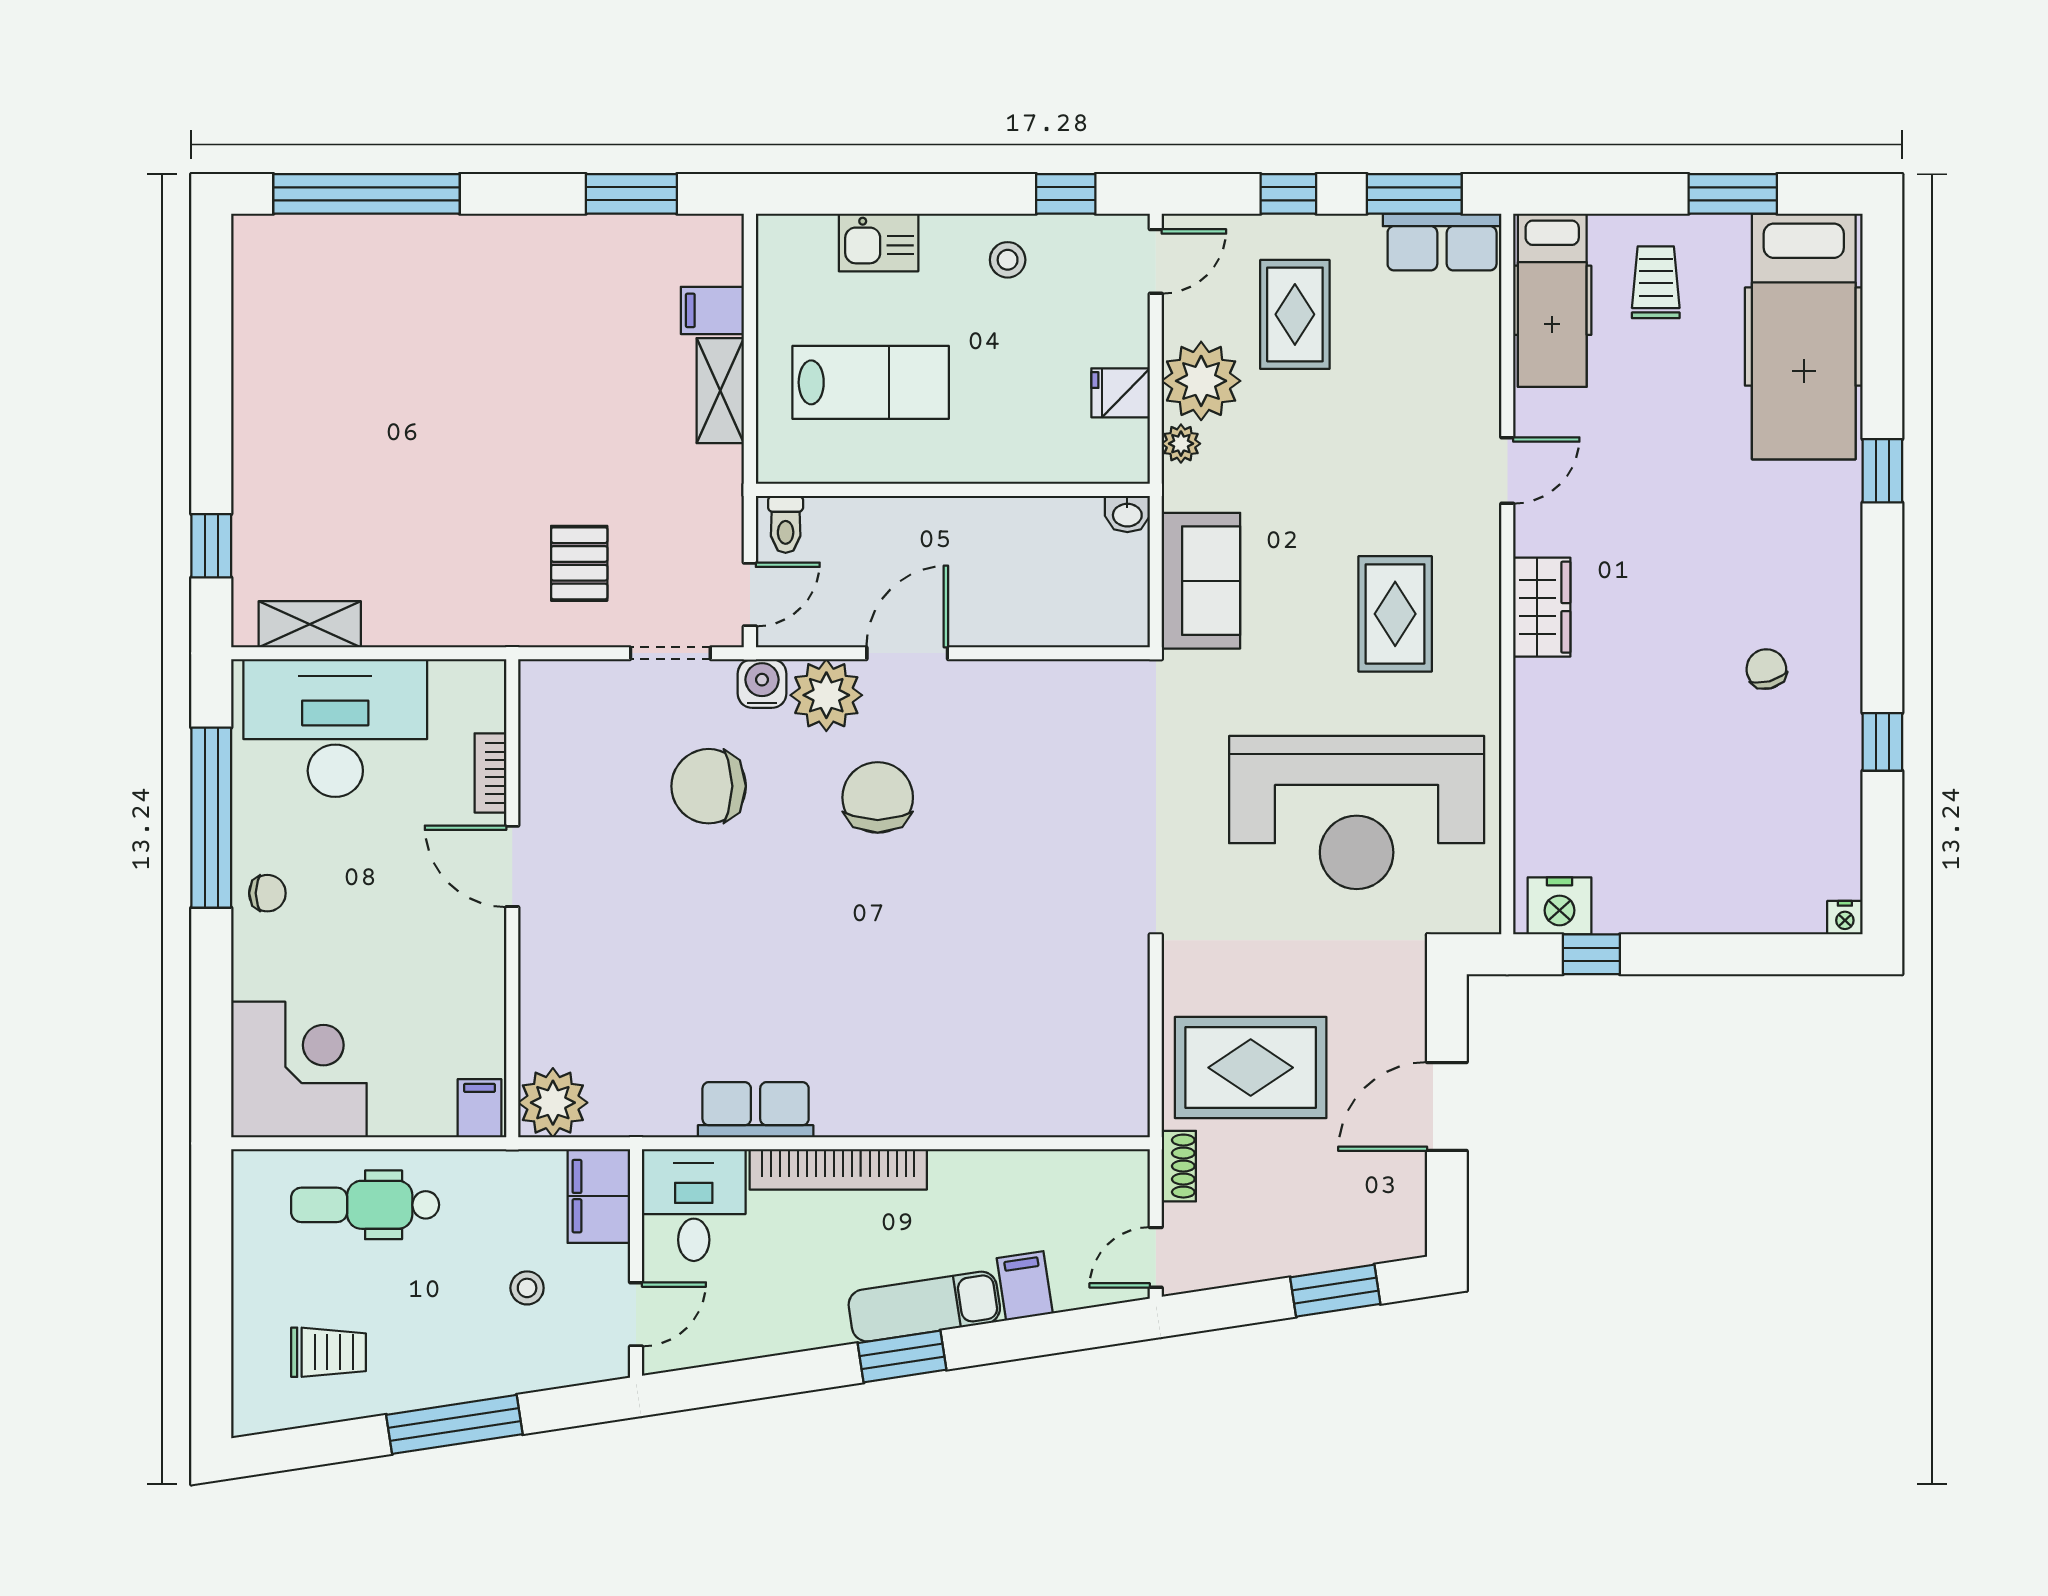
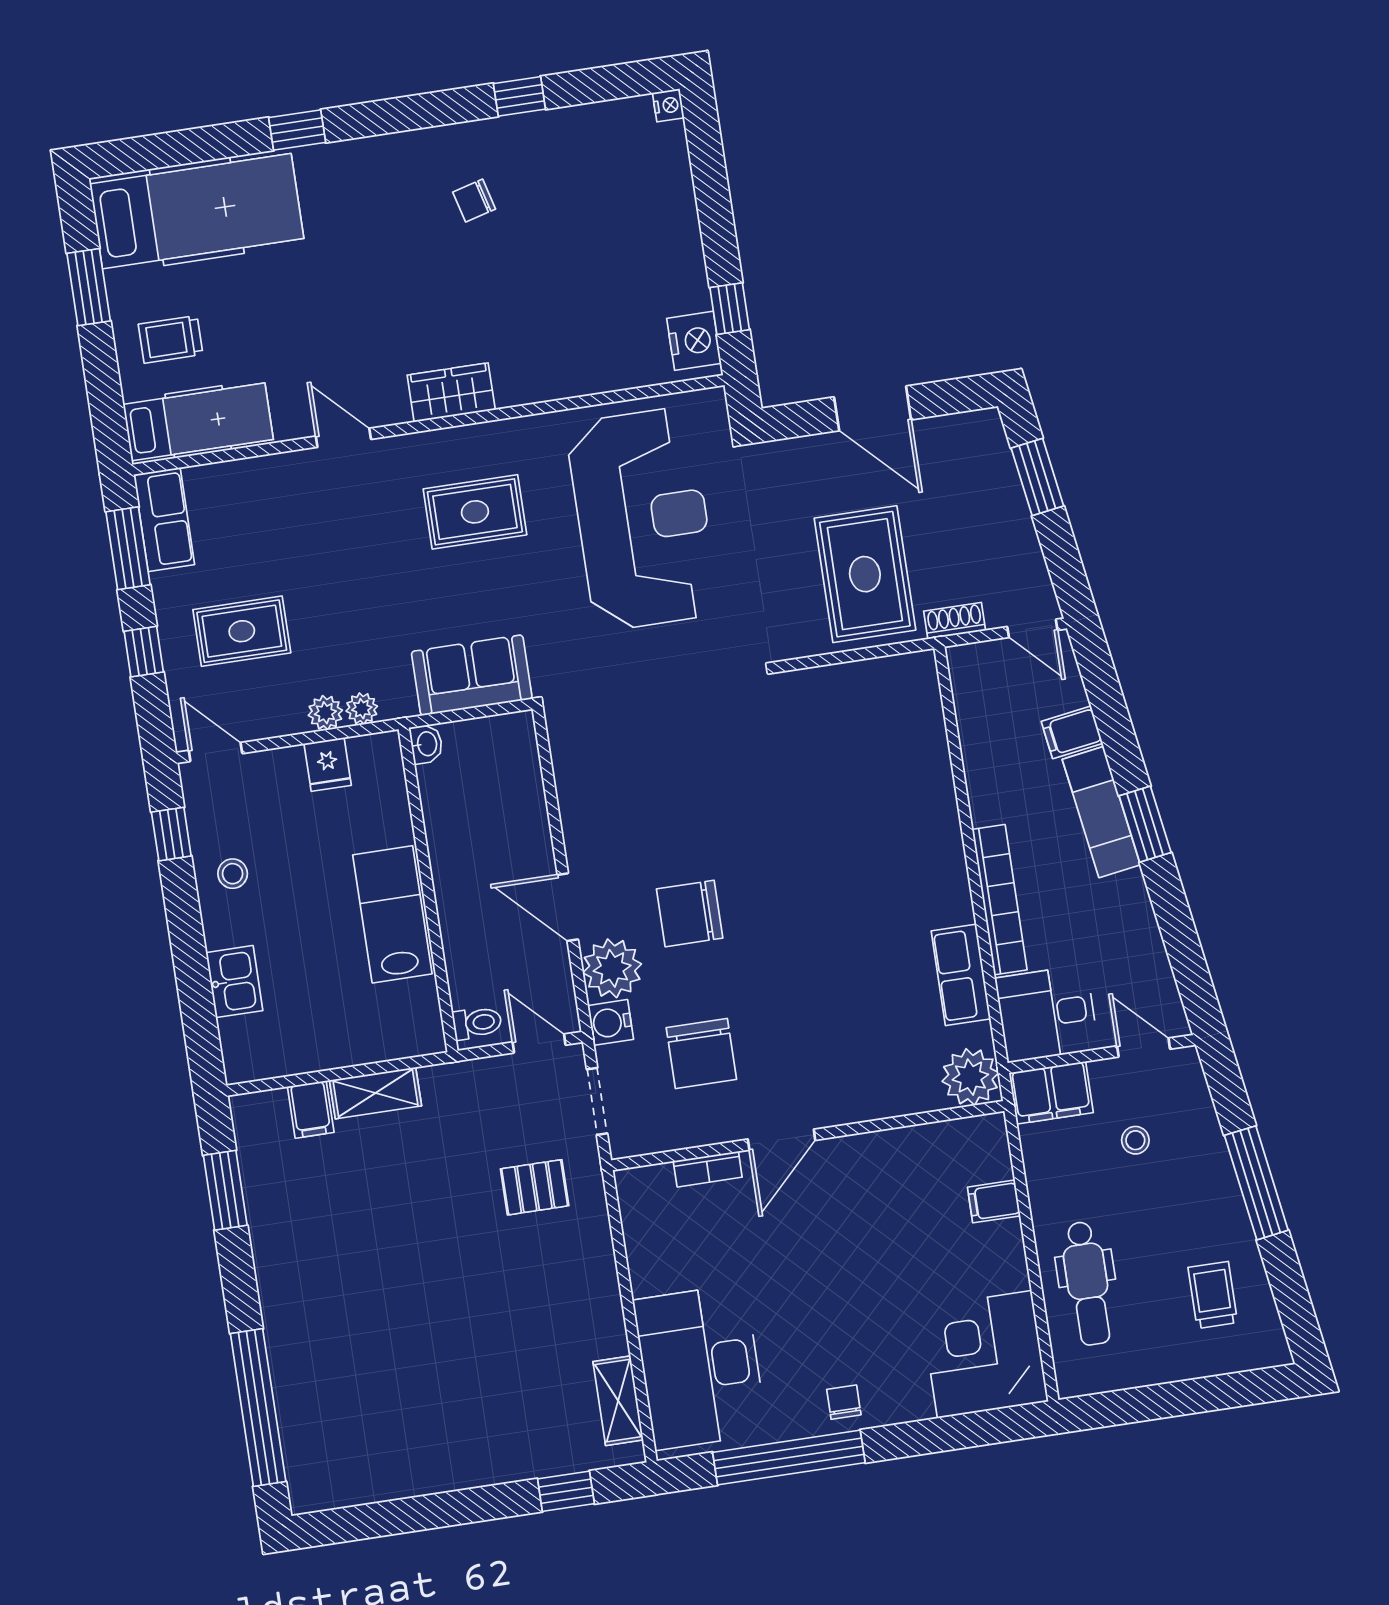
plant: (1201, 381) -> (325, 713), width x0.53, depth x0.53
lab bench: (871, 382) -> (392, 914), moved
bookcase: (490, 773) -> (708, 1169), moved
door: (512, 866) -> (782, 1140), moved
wall: (512, 898) -> (808, 1136), moved
plant: (553, 1103) -> (970, 1077), moved

